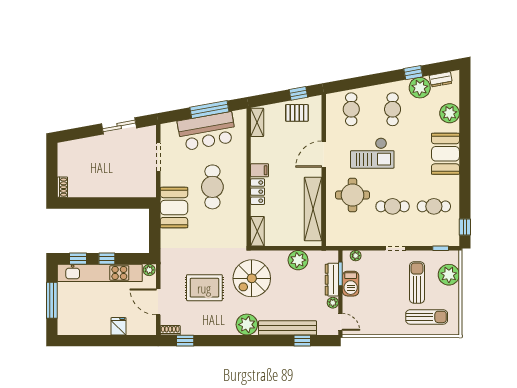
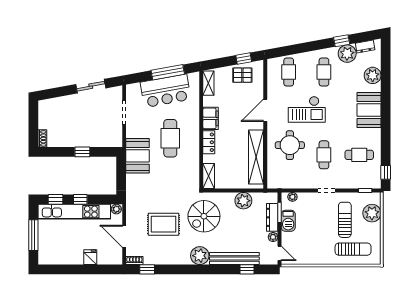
filing cabinet: (260, 170) -> (211, 118), width x2.00
window: (109, 203) -> (82, 152), added
cafe table: (393, 206) -> (324, 155), turned 90

